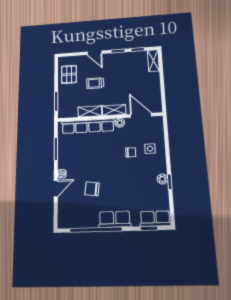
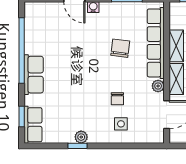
chair: (92, 189) -> (120, 48), moved

